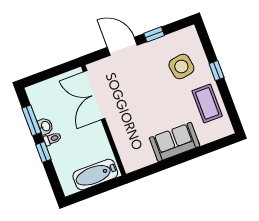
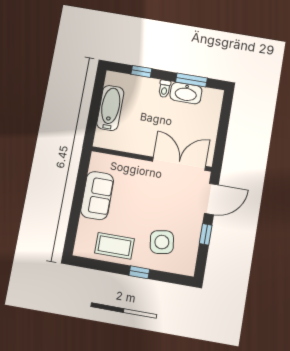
double door: (94, 95) -> (179, 164), moved
wall: (104, 120) -> (152, 159), moved
washbasin: (45, 126) -> (186, 93), width x1.91, depth x1.45
window: (43, 152) -> (141, 71), moved

